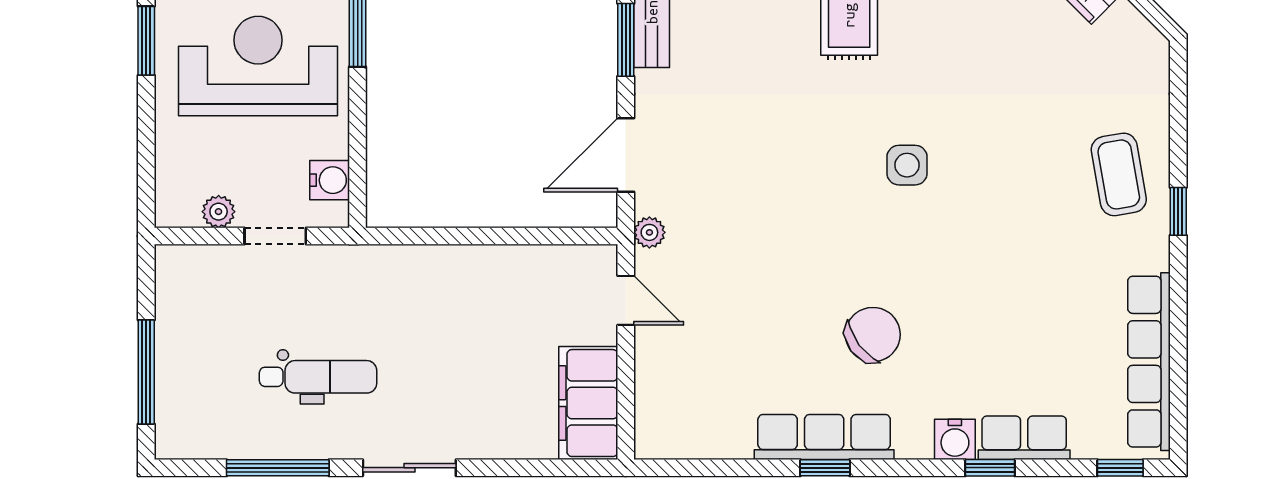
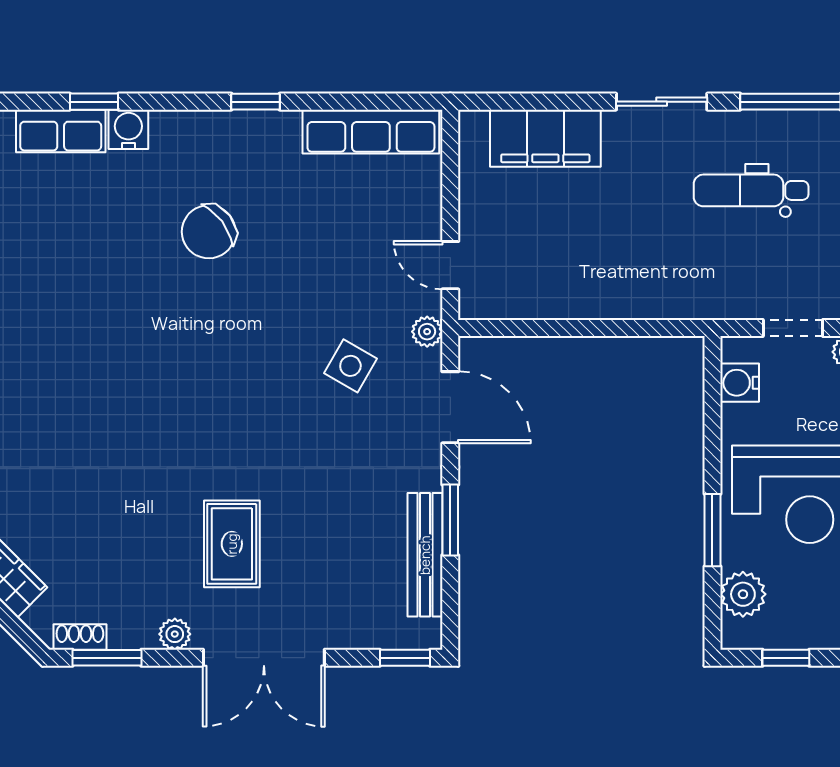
door: (626, 155) -> (450, 407), hinge flipped
side table: (907, 165) -> (350, 366), moved, turned 30
filing cabinet: (588, 403) -> (545, 138), moved, turned 90
row of seats: (824, 437) -> (371, 132), moved

